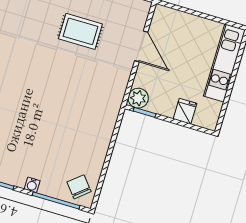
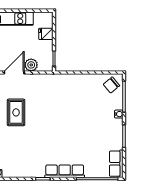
plant: (138, 98) -> (31, 65), moved

